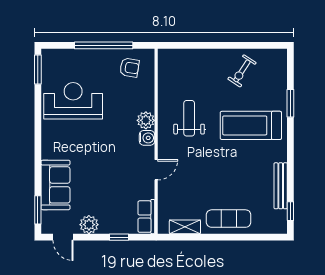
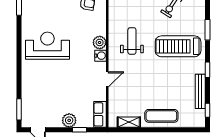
reception desk: (73, 101) -> (47, 46), moved
window: (290, 157) -> (208, 70), added
sofa: (55, 185) -> (32, 91), removed
plant: (89, 225) -> (69, 120), moved

